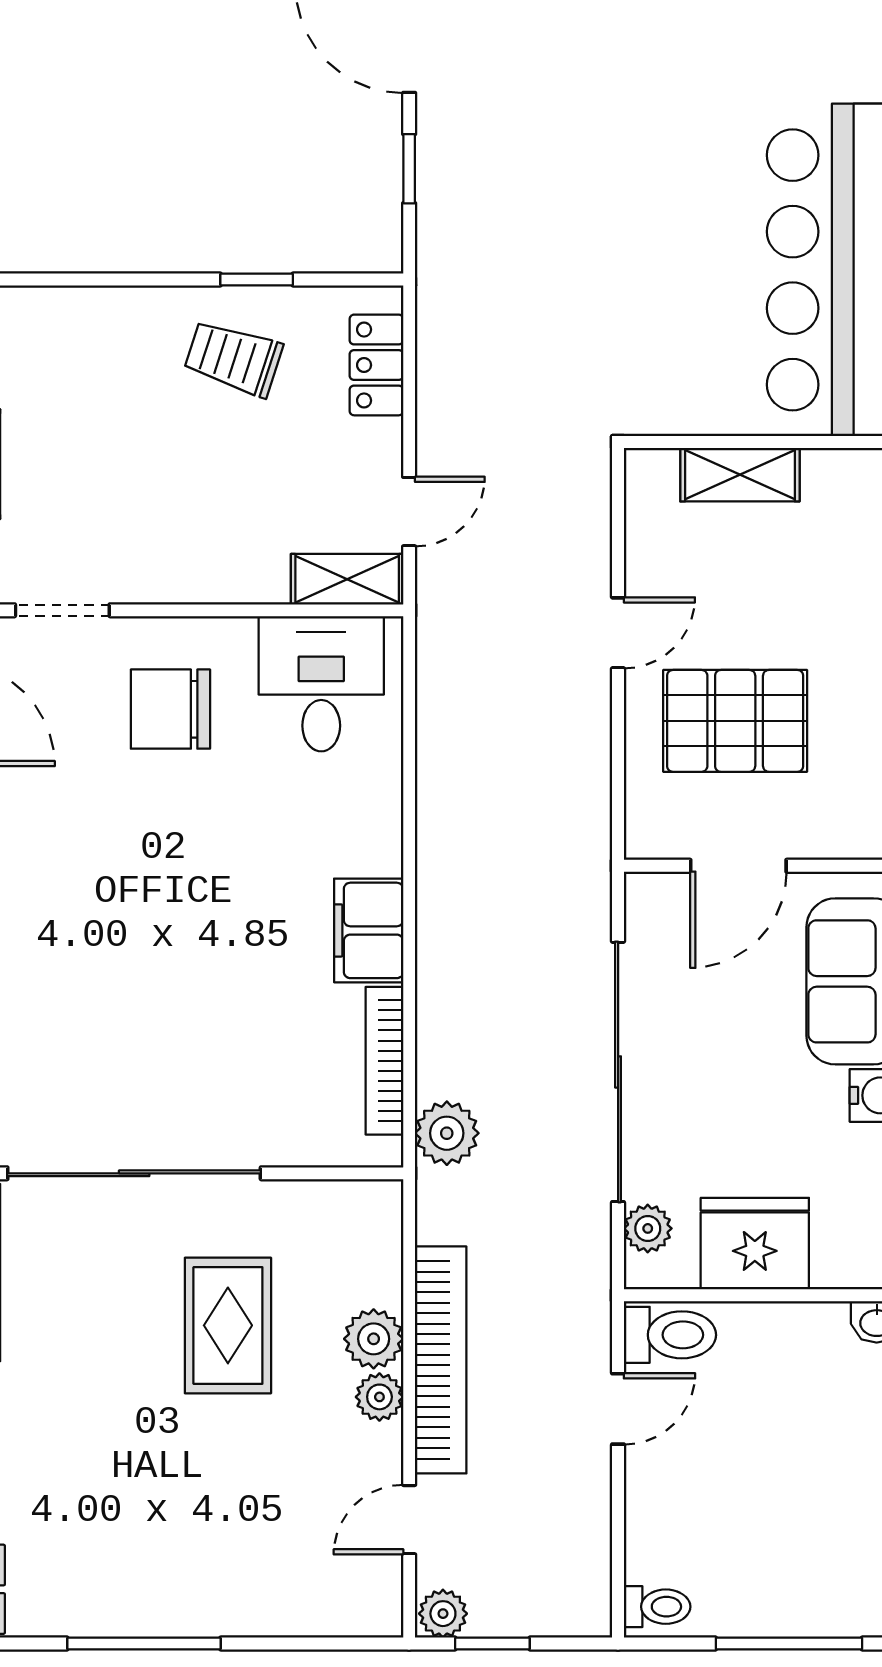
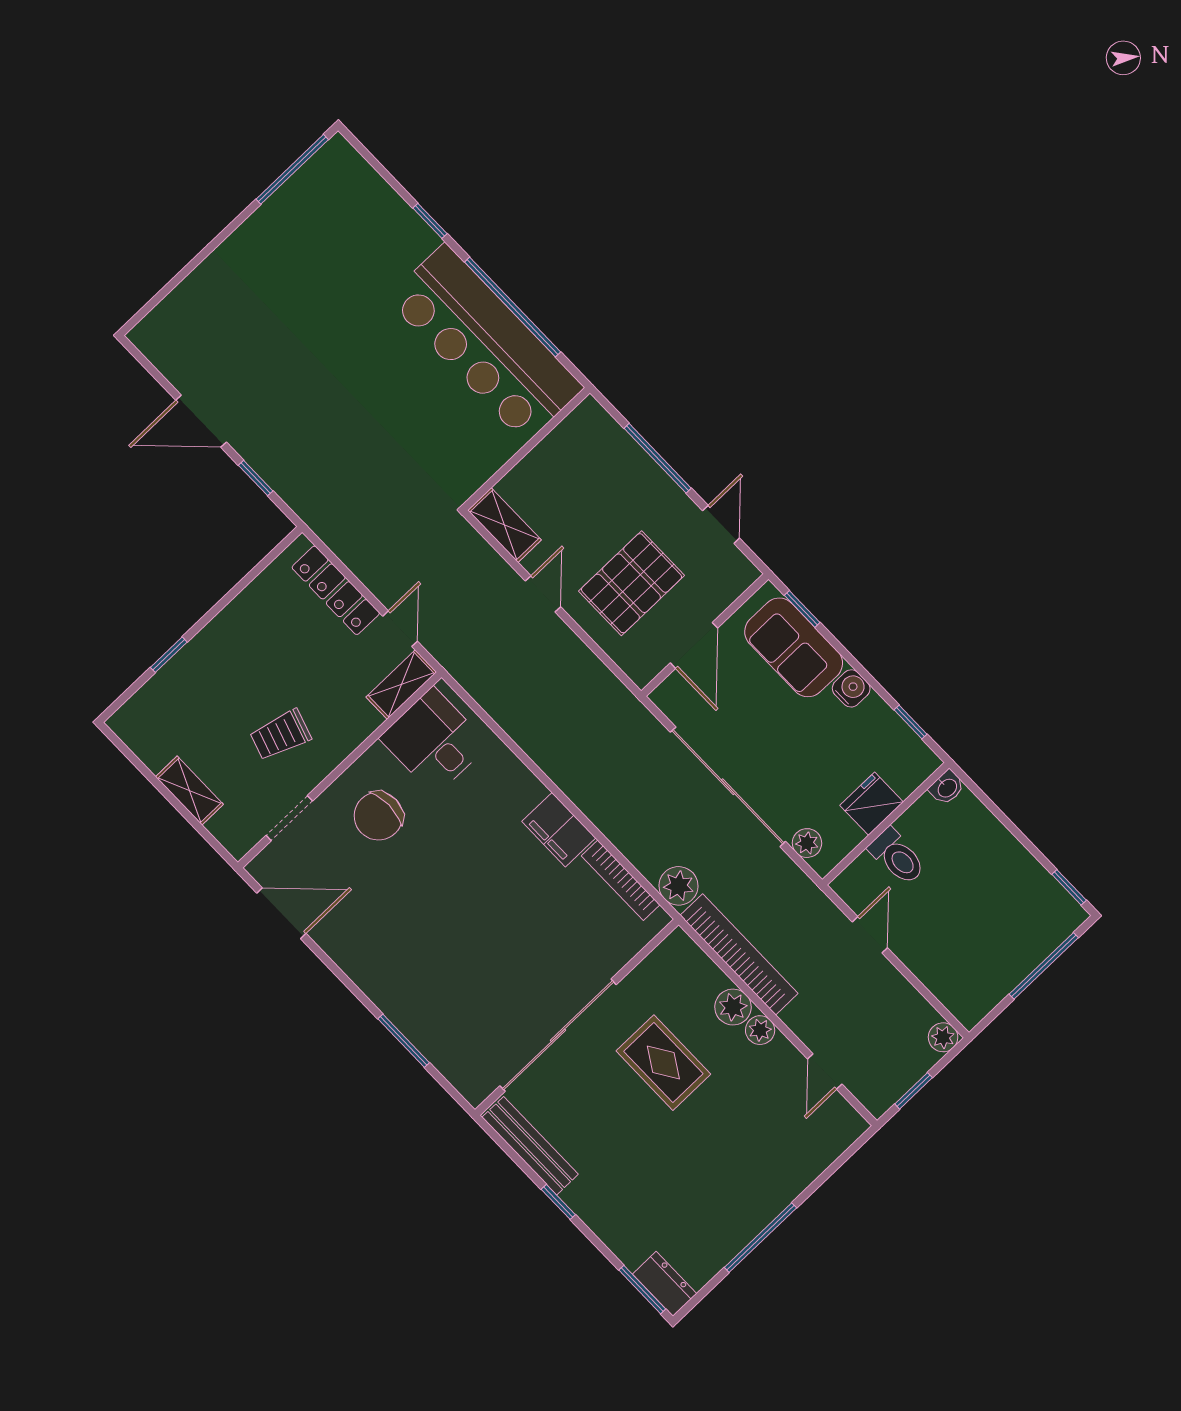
window: (257, 279) -> (169, 655), moved
trolley: (233, 358) -> (280, 735), moved
locker: (376, 365) -> (336, 590), width x1.53
shelving: (740, 475) -> (504, 525), moved, turned 90
fridge: (755, 1244) -> (872, 804), width x0.73, depth x0.75
toilet: (670, 1335) -> (897, 857), moved, turned 90
bookcase: (441, 1360) -> (739, 954), moved
toilet: (657, 1607) -> (970, 1005), removed
plant: (443, 1614) -> (943, 1037), moved

